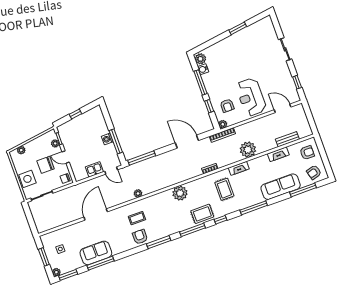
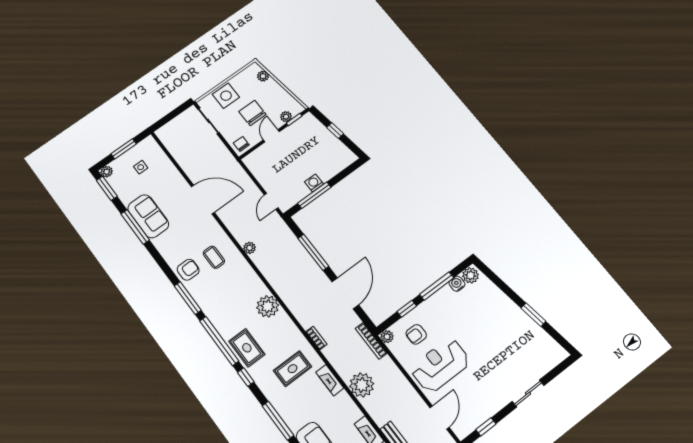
window: (142, 158) -> (313, 252), moved
kitchen sink: (94, 169) -> (266, 179), removed
window: (192, 230) -> (219, 341), width x1.46

